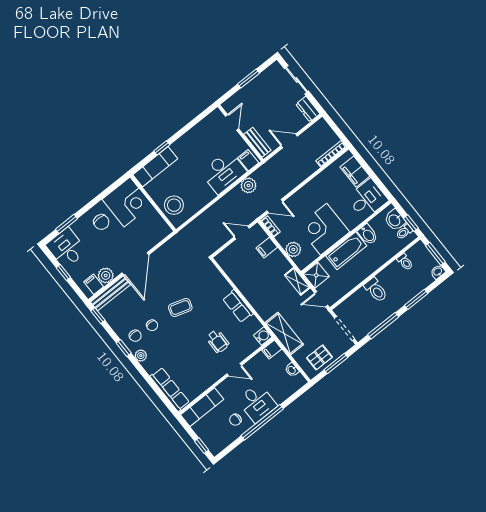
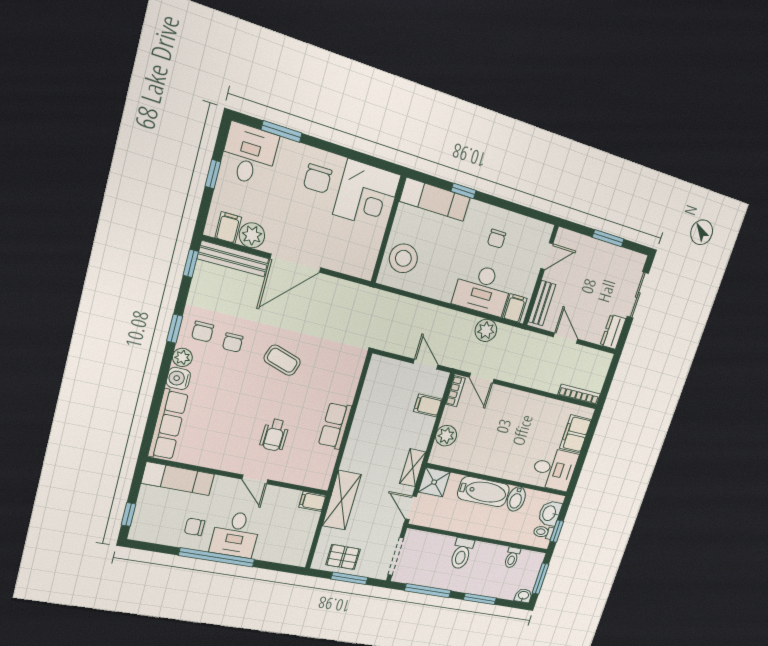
chair: (201, 146) -> (497, 239), added
corner desk: (324, 229) -> (491, 450), removed
water cooler: (263, 336) -> (178, 378), moved, turned 180
washbasin: (292, 370) -> (306, 540), removed

